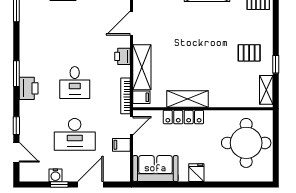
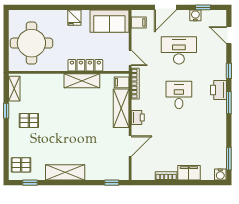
window: (16, 126) -> (229, 71), moved
door: (131, 126) -> (130, 58), swing flipped
filing cabinet: (121, 145) -> (139, 23), moved
window: (59, 184) -> (203, 7), moved

